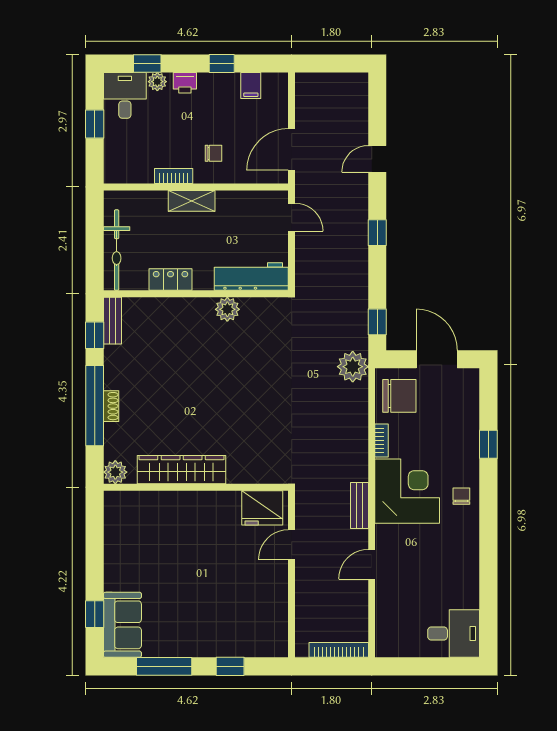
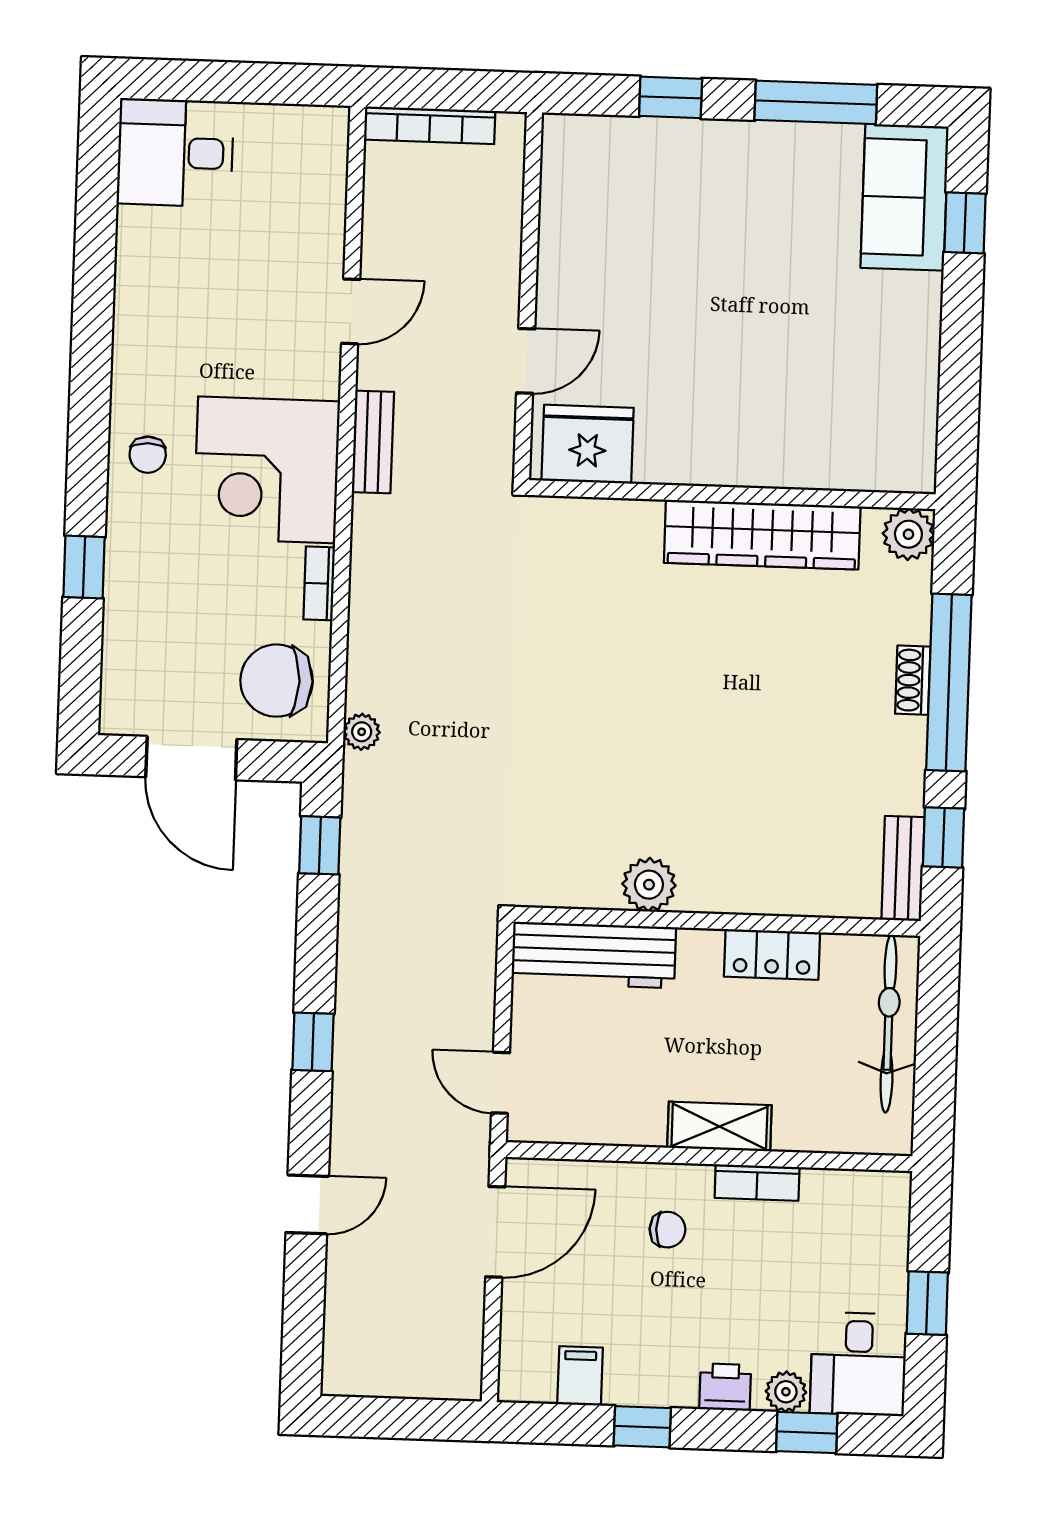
chair: (213, 153) -> (668, 1230), turned 180
plant: (353, 367) -> (362, 732), width x0.53, depth x0.53

